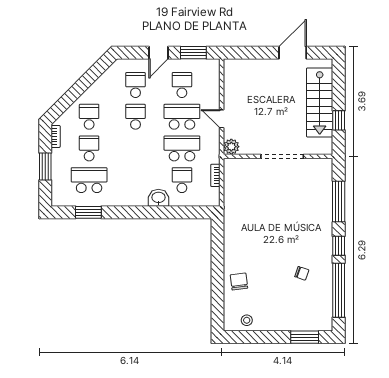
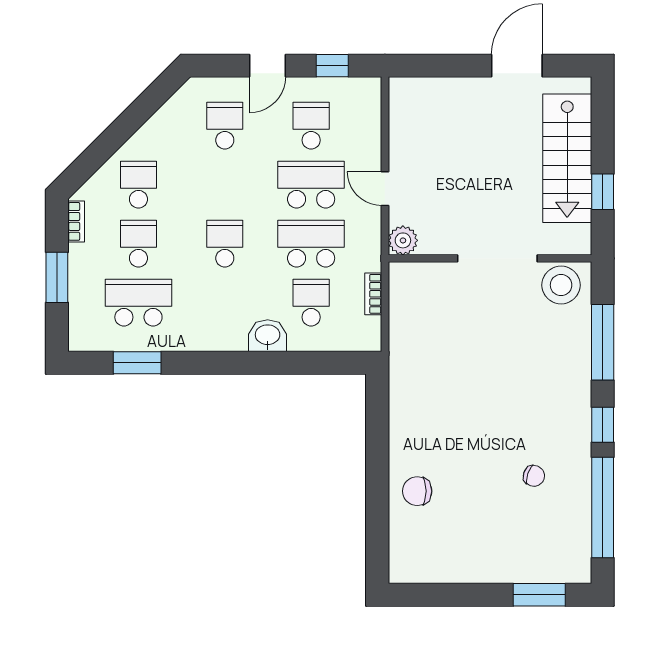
window: (193, 53) -> (332, 66), width x0.67
school desk: (136, 117) -> (225, 244), moved
chair: (239, 281) -> (417, 491), turned -83
stool: (247, 320) -> (561, 285), moved, width x1.89, depth x1.89

